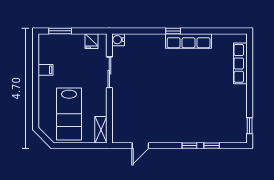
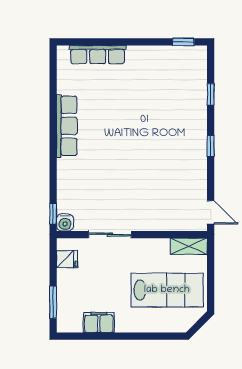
window: (173, 31) -> (53, 214), moved
filing cabinet: (45, 70) -> (99, 322), width x2.00
door: (140, 146) -> (211, 212), moved
window: (189, 146) -> (211, 146), moved

